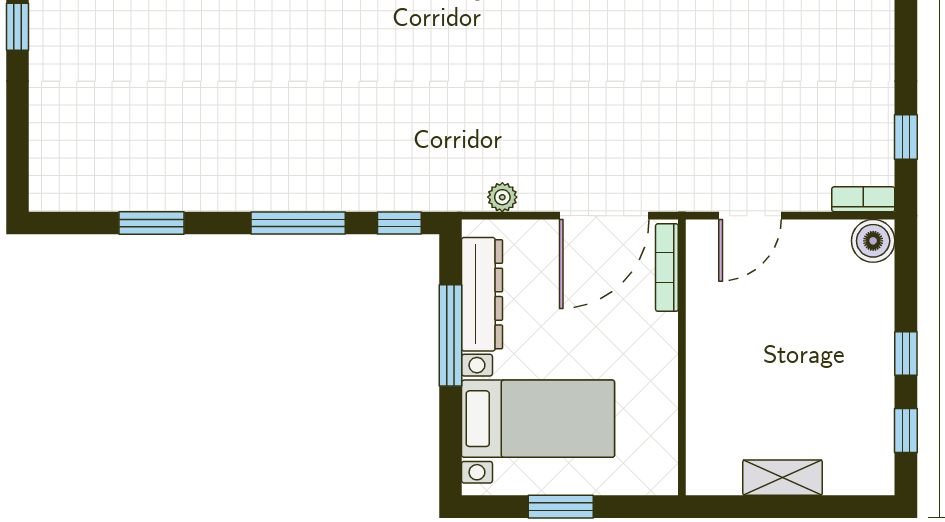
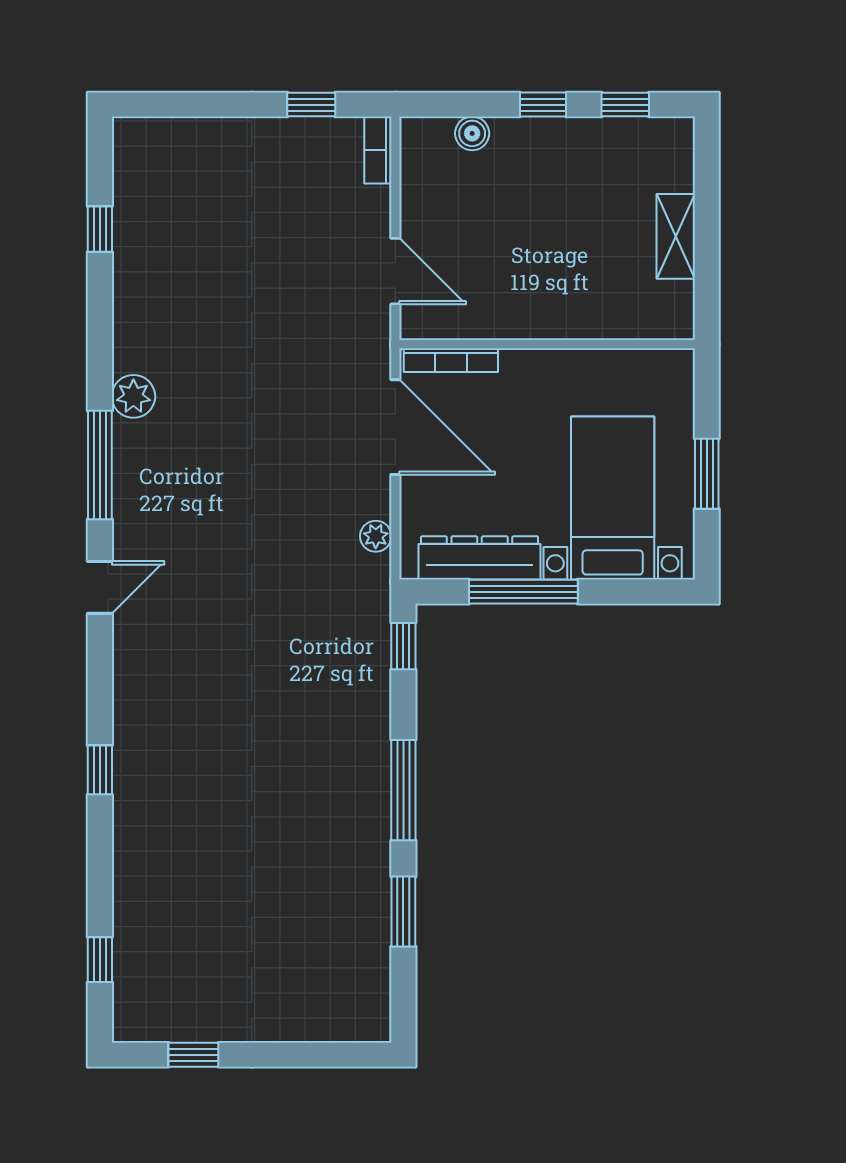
window: (298, 223) -> (403, 790), moved
boiler: (873, 241) -> (472, 133), moved, width x0.73, depth x0.73

